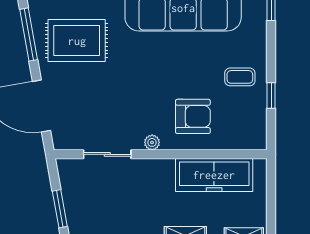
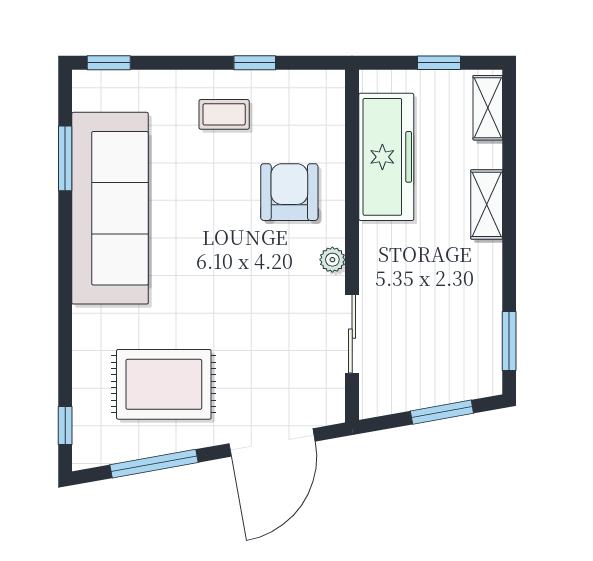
rug: (77, 41) -> (164, 384), turned 90
coffee table: (240, 77) -> (224, 114), turned 90
window: (271, 207) -> (439, 63), added

